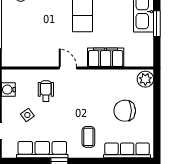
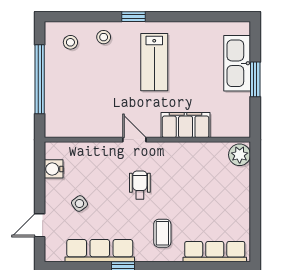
wheelchair: (46, 91) -> (140, 185), moved
chair: (125, 111) -> (212, 198), removed

